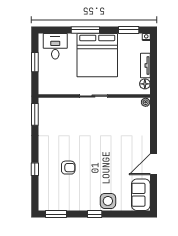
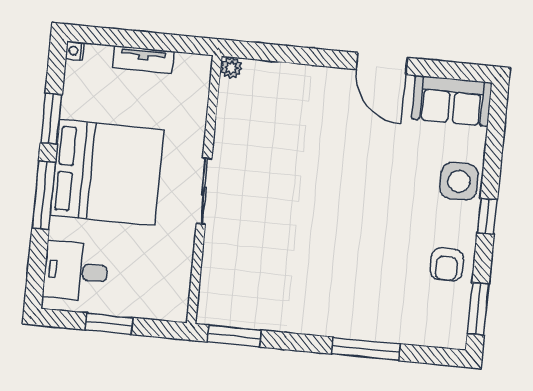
window: (129, 30) -> (51, 119), moved
floor lamp: (145, 84) -> (187, 65), removed
armchair: (68, 168) -> (447, 265), moved, turned 180
window: (35, 169) -> (366, 349), width x2.17

